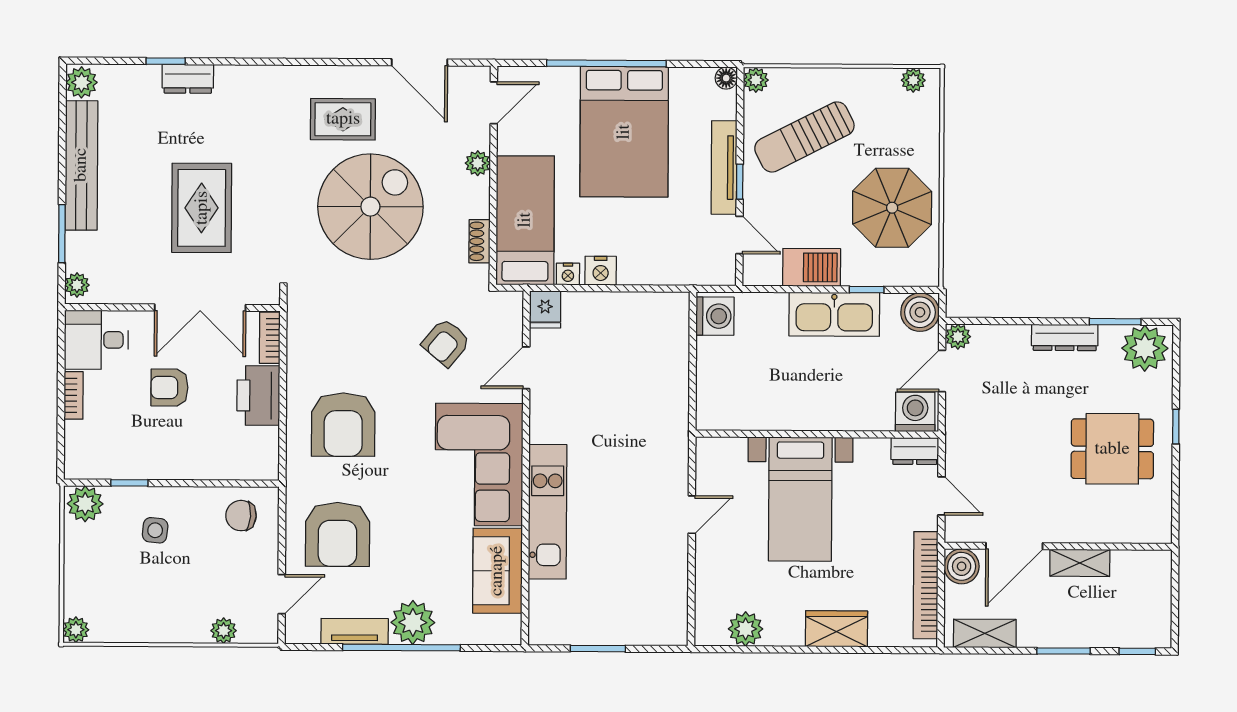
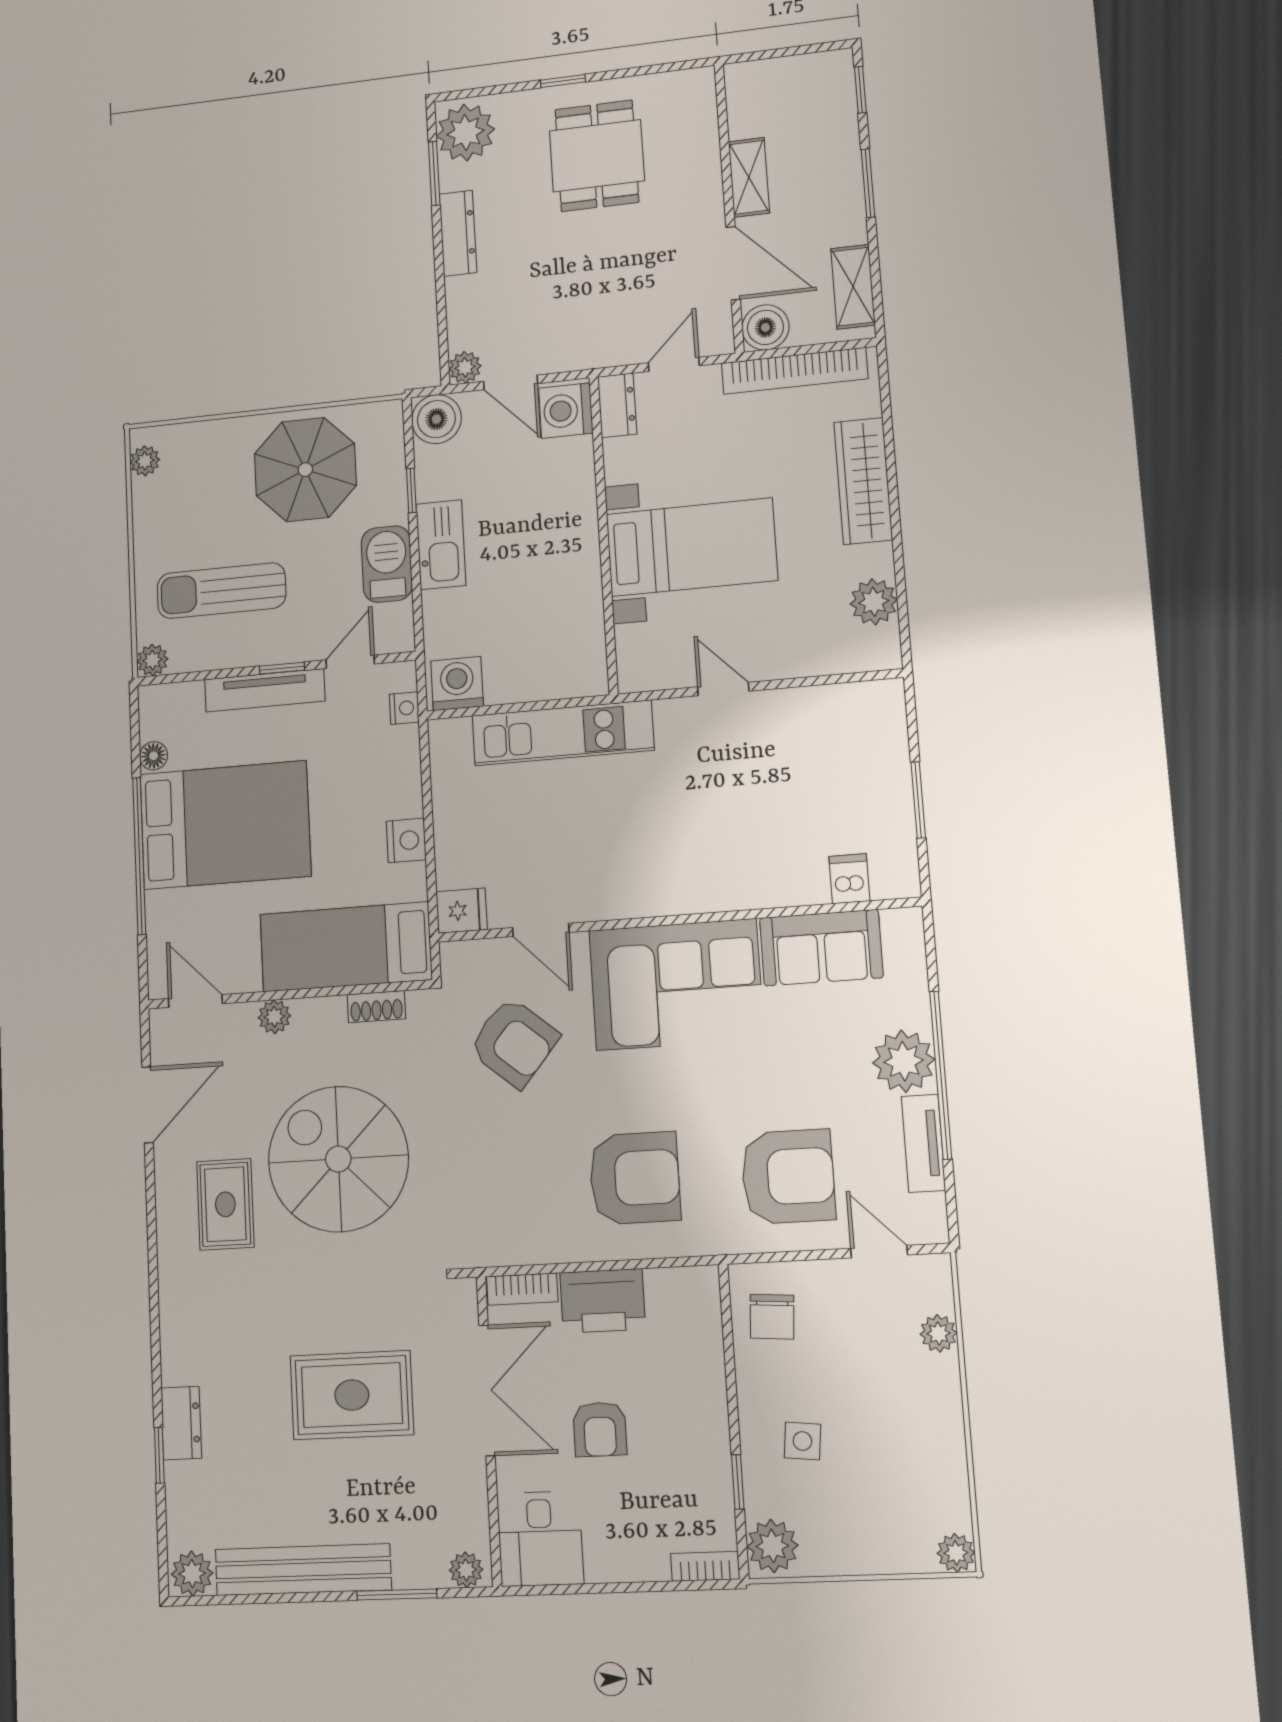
floor lamp: (726, 78) -> (154, 756), moved
sun lounger: (804, 137) -> (221, 591), turned 117
nightstand: (568, 274) -> (404, 708), moved
kitchen sink: (834, 314) -> (441, 545), width x0.73, depth x0.81
armchair: (446, 343) -> (514, 1042), width x1.38, depth x1.38
bookcase: (74, 395) -> (705, 1566), moved
kitchen unit: (547, 512) -> (563, 733), moved, turned 180
dishwasher: (545, 595) -> (849, 879), added
wardrobe: (836, 629) -> (863, 481), width x1.50

